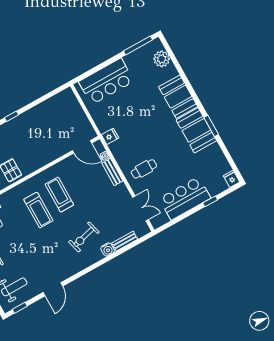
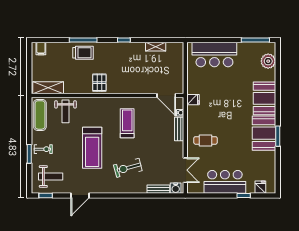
shelving: (45, 106) -> (156, 47), added
fridge: (232, 179) -> (260, 187), moved
treadmill: (38, 210) -> (92, 148), moved, width x1.37, depth x1.38
water cooler: (108, 249) -> (176, 188), moved

